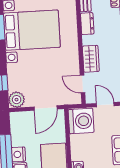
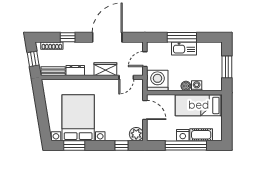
boiler: (76, 155) -> (186, 86), added

